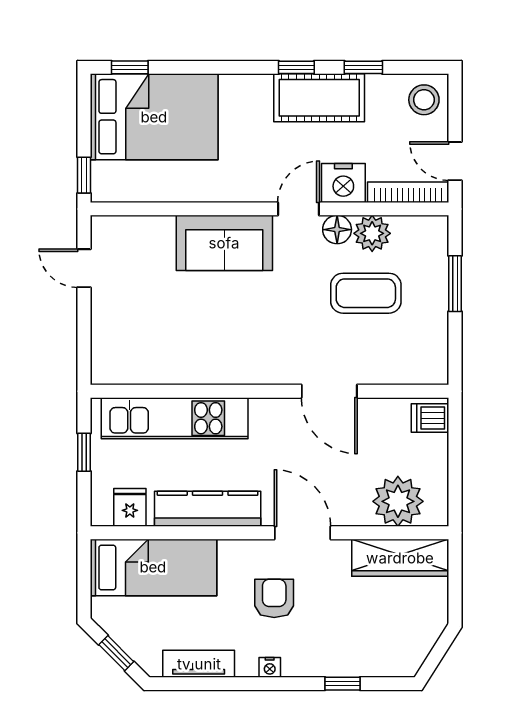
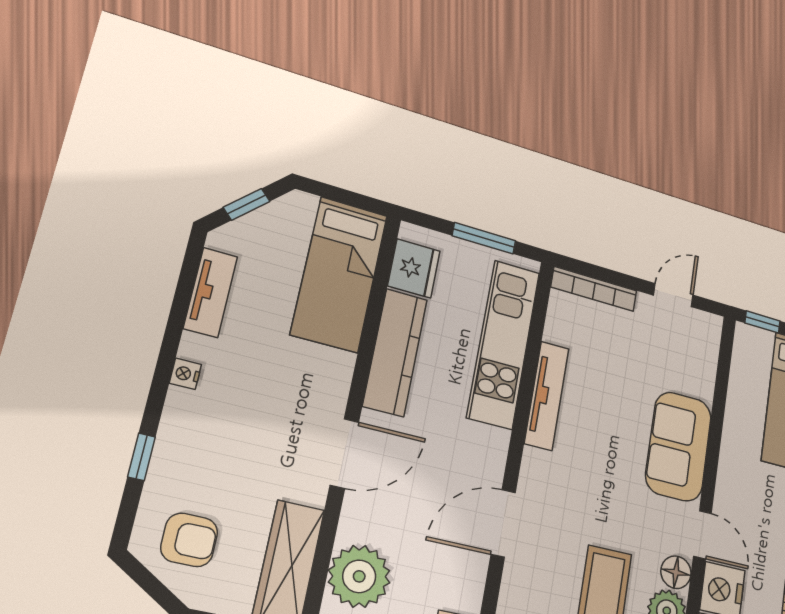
bookcase: (101, 345) -> (594, 289), added
tv unit: (210, 372) -> (547, 396), added
window: (84, 452) -> (484, 238), width x1.50
fridge: (130, 507) -> (414, 268), width x1.38
armchair: (274, 598) -> (189, 540), moved

